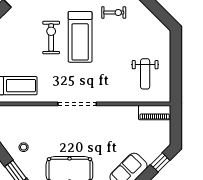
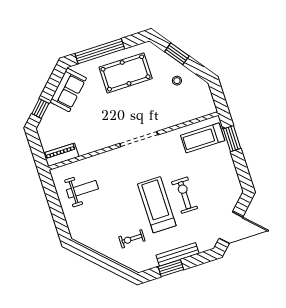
exercise bike: (51, 37) -> (185, 195), turned 180
weight bench: (145, 74) -> (82, 189), turned 90

